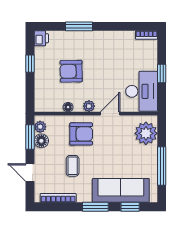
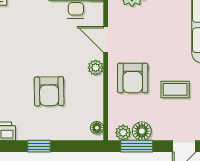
floor lamp: (68, 107) -> (97, 128), moved
armchair: (81, 134) -> (133, 78), turned 180

